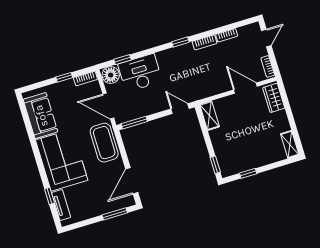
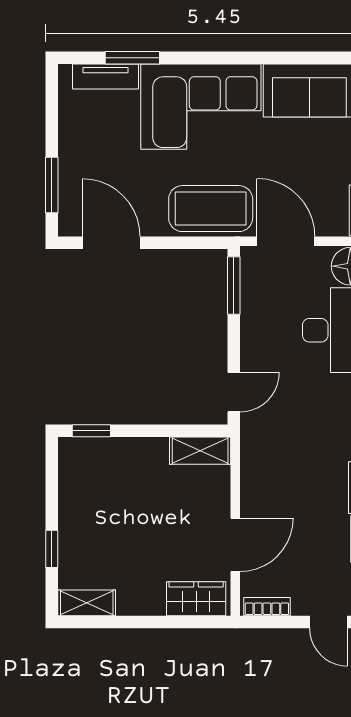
door: (108, 106) -> (286, 241), hinge flipped
window: (248, 173) -> (52, 549), moved
window: (50, 196) -> (132, 58), width x1.50

